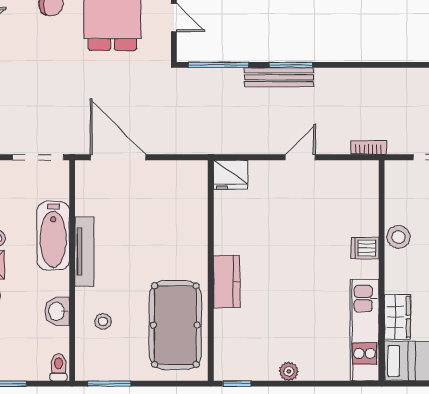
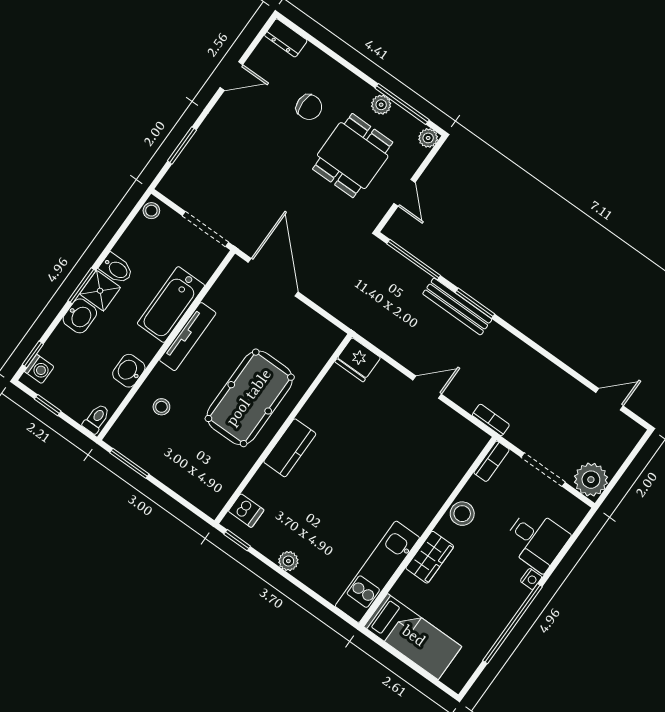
bookcase: (392, 179) -> (491, 461), added
dishwasher: (365, 248) -> (246, 511), moved, turned 180
wardrobe: (397, 317) -> (430, 557), moved
pool table: (175, 325) -> (250, 398), moved

